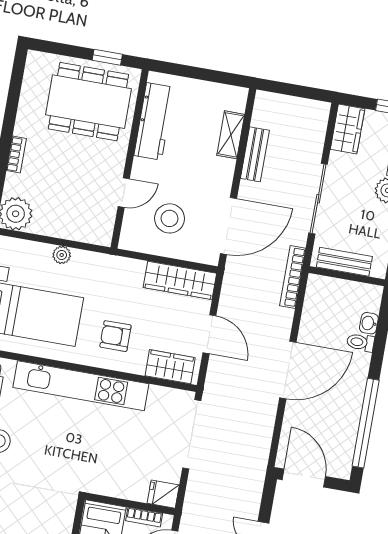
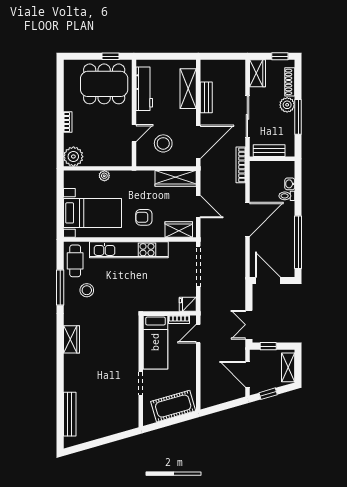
shelving: (231, 135) -> (188, 89), width x1.50, depth x1.33

